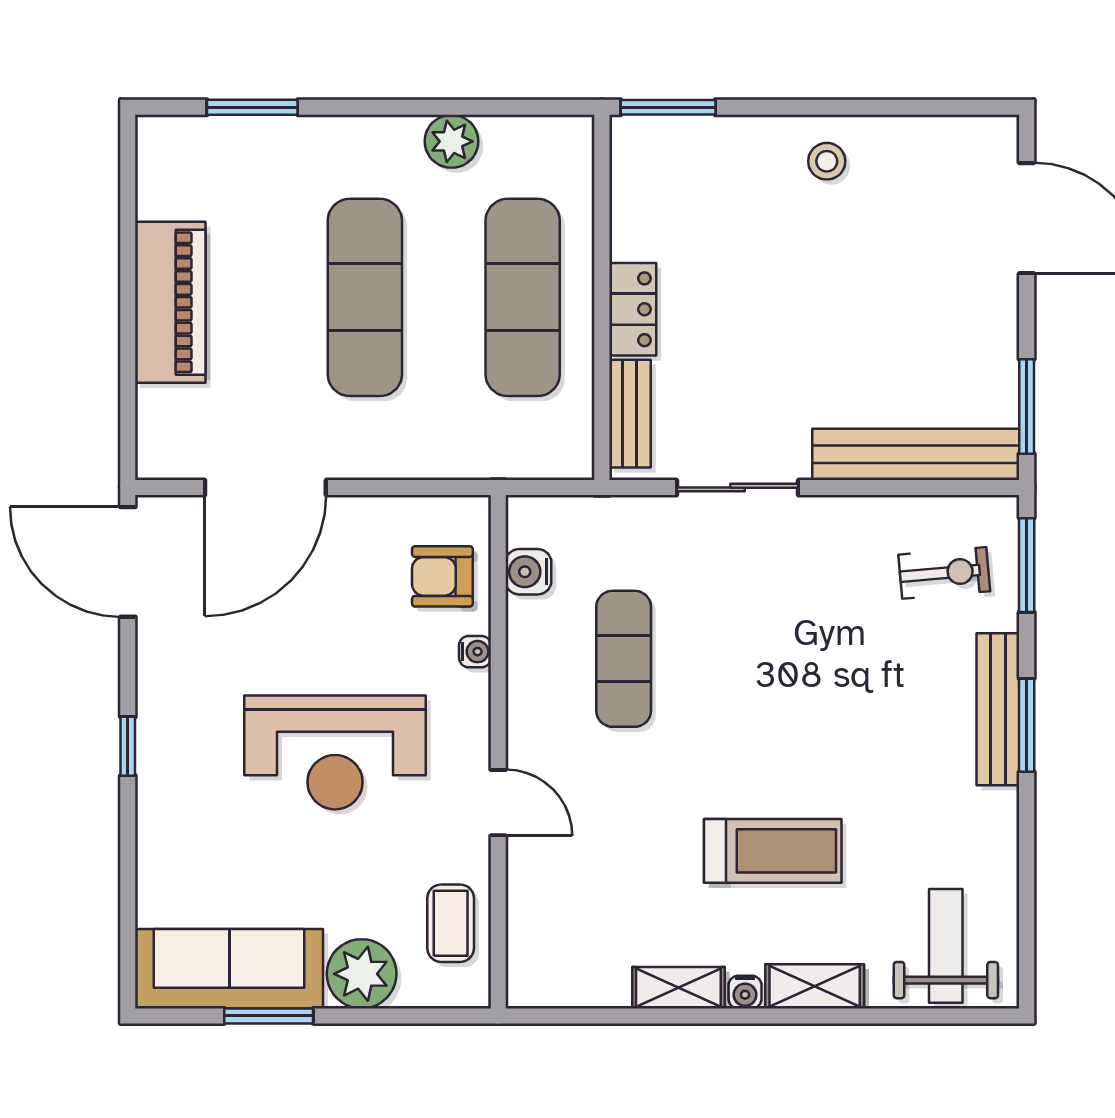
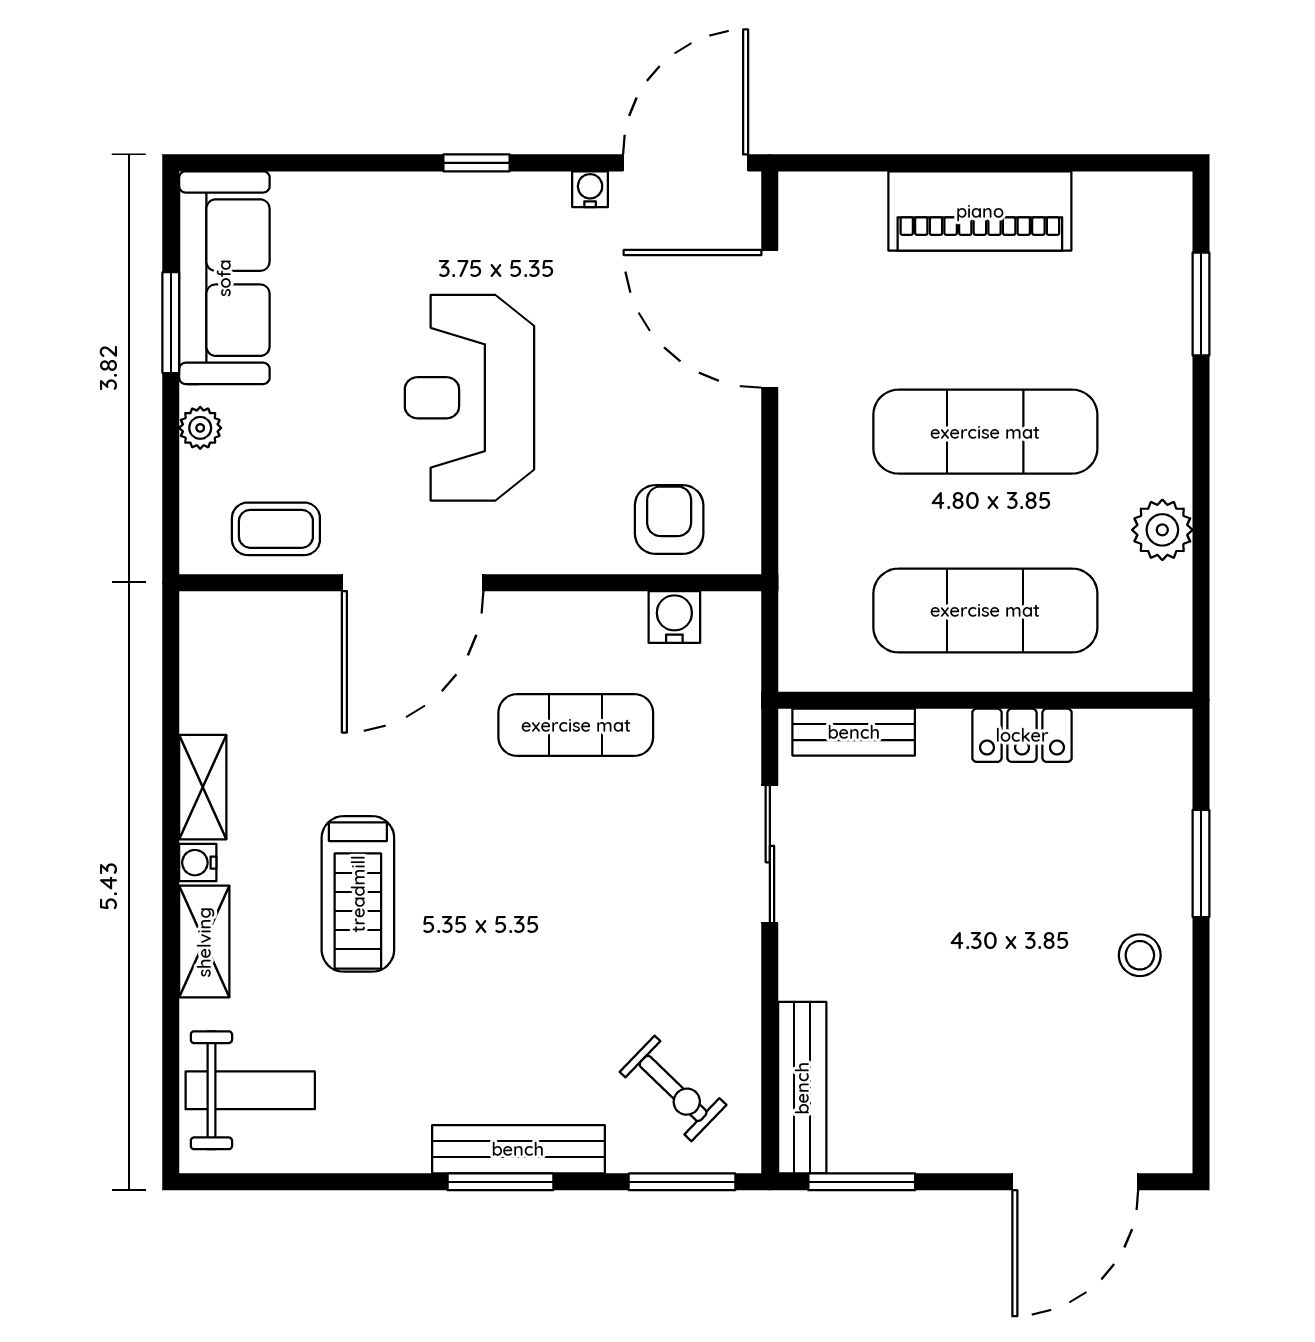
window: (668, 107) -> (1201, 863), moved
locker: (633, 309) -> (1022, 735), moved
bench: (916, 454) -> (802, 1088), width x0.73, depth x0.82
exercise bike: (944, 573) -> (673, 1088), turned -41
water cooler: (475, 652) -> (590, 189), moved, turned 180
door: (498, 803) -> (413, 583), width x1.88
plant: (362, 974) -> (200, 428), width x0.53, depth x0.53

